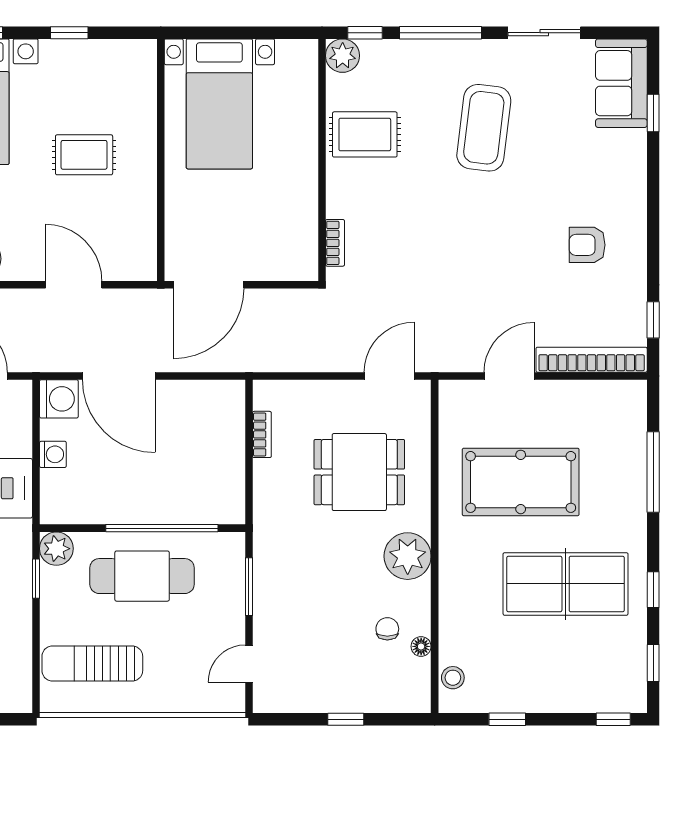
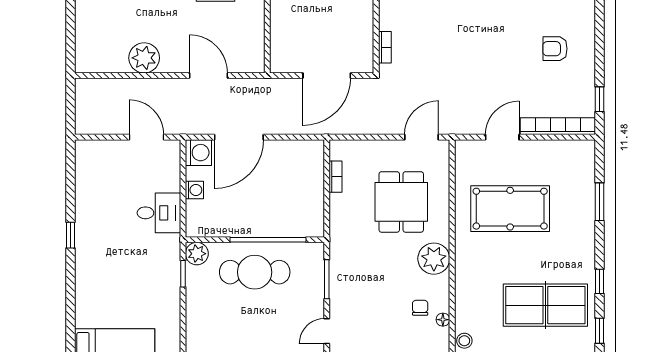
door: (209, 285) -> (327, 75), moved
door: (119, 376) -> (239, 137), hinge flipped
dining table: (359, 472) -> (401, 202), turned 90
window: (653, 472) -> (599, 202), width x0.69
table tennis table: (566, 584) -> (545, 305), moved
sun lounger: (92, 663) -> (221, 331), removed

